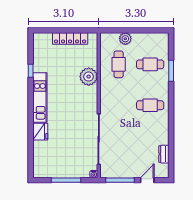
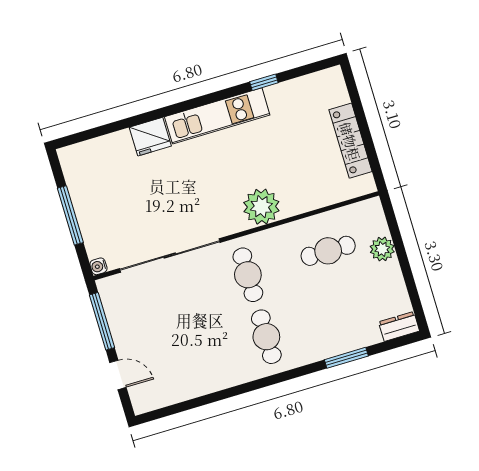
cafe table: (150, 64) -> (248, 275), moved
plant: (89, 77) -> (261, 207), moved
dresser: (164, 154) -> (399, 326), moved

